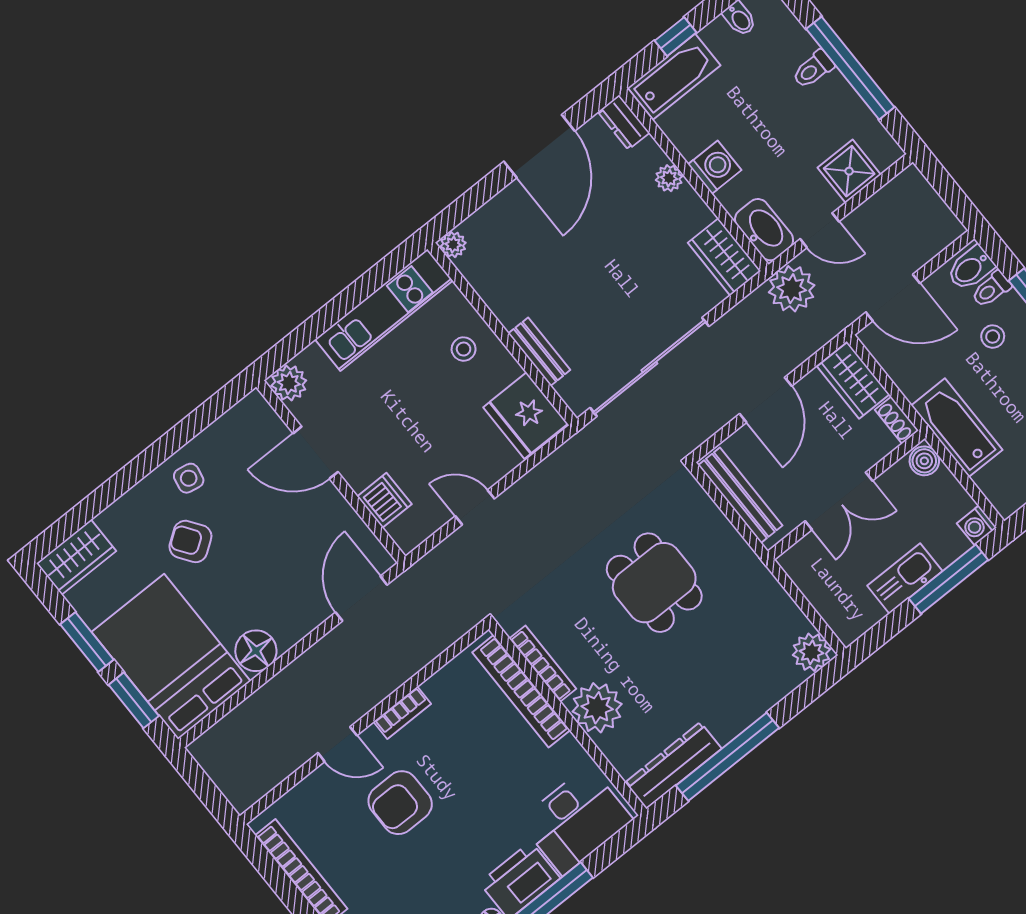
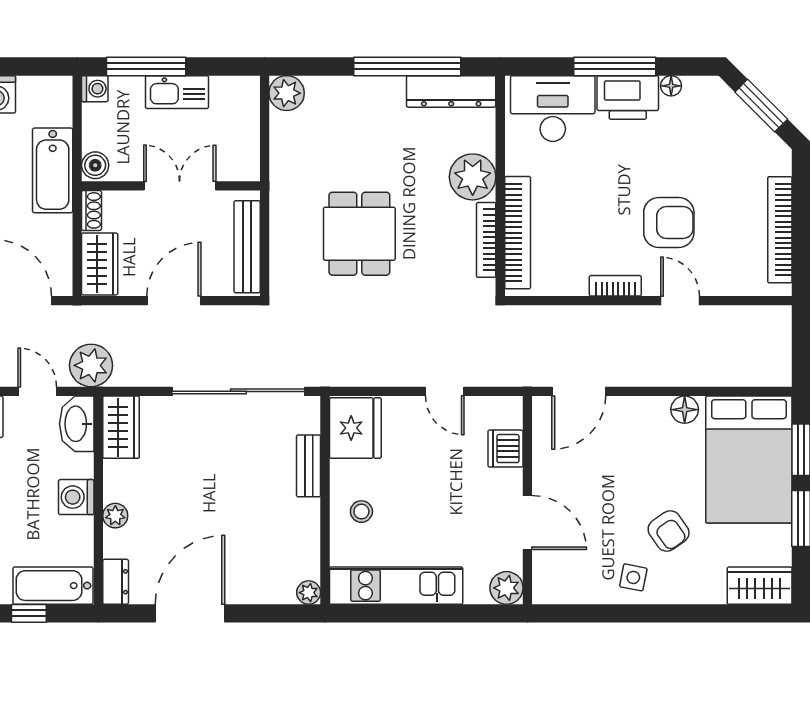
floor lamp: (256, 651) -> (685, 410), width x0.73, depth x0.73

